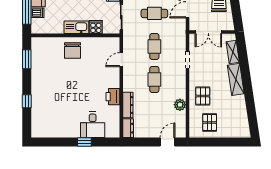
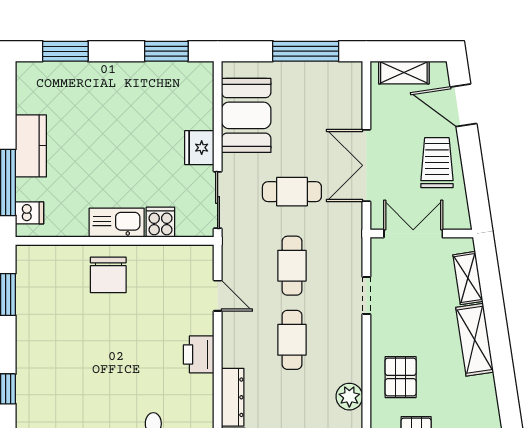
dishwasher: (38, 13) -> (30, 213), moved
double door: (208, 32) -> (413, 233), swing flipped
door: (121, 60) -> (218, 296), swing flipped
printer: (113, 97) -> (199, 354), moved

